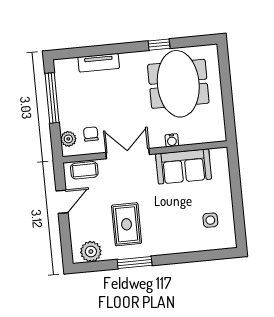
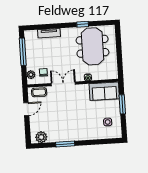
sofa: (184, 166) -> (104, 91), moved
window: (236, 187) -> (122, 104), added
rug: (127, 224) -> (61, 123), removed

